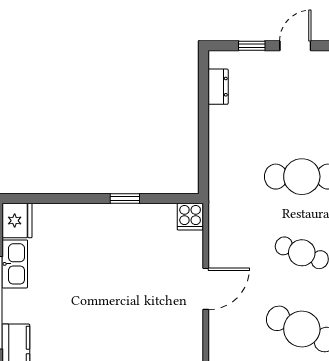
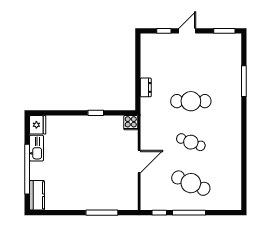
dresser: (218, 87) -> (146, 87), moved

